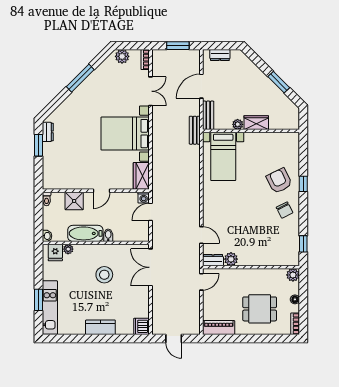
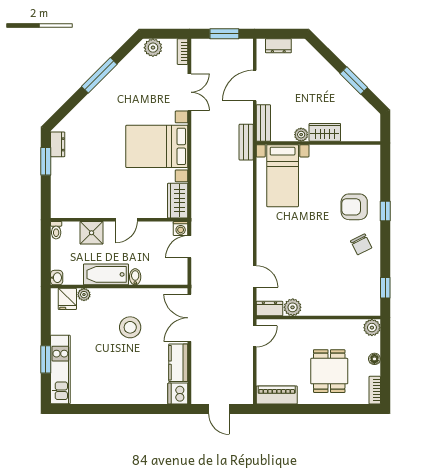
armchair: (279, 181) -> (354, 207), turned -64
dining table: (260, 309) -> (329, 371), turned 90
kitchen counter: (100, 327) -> (178, 363), moved, turned -90

